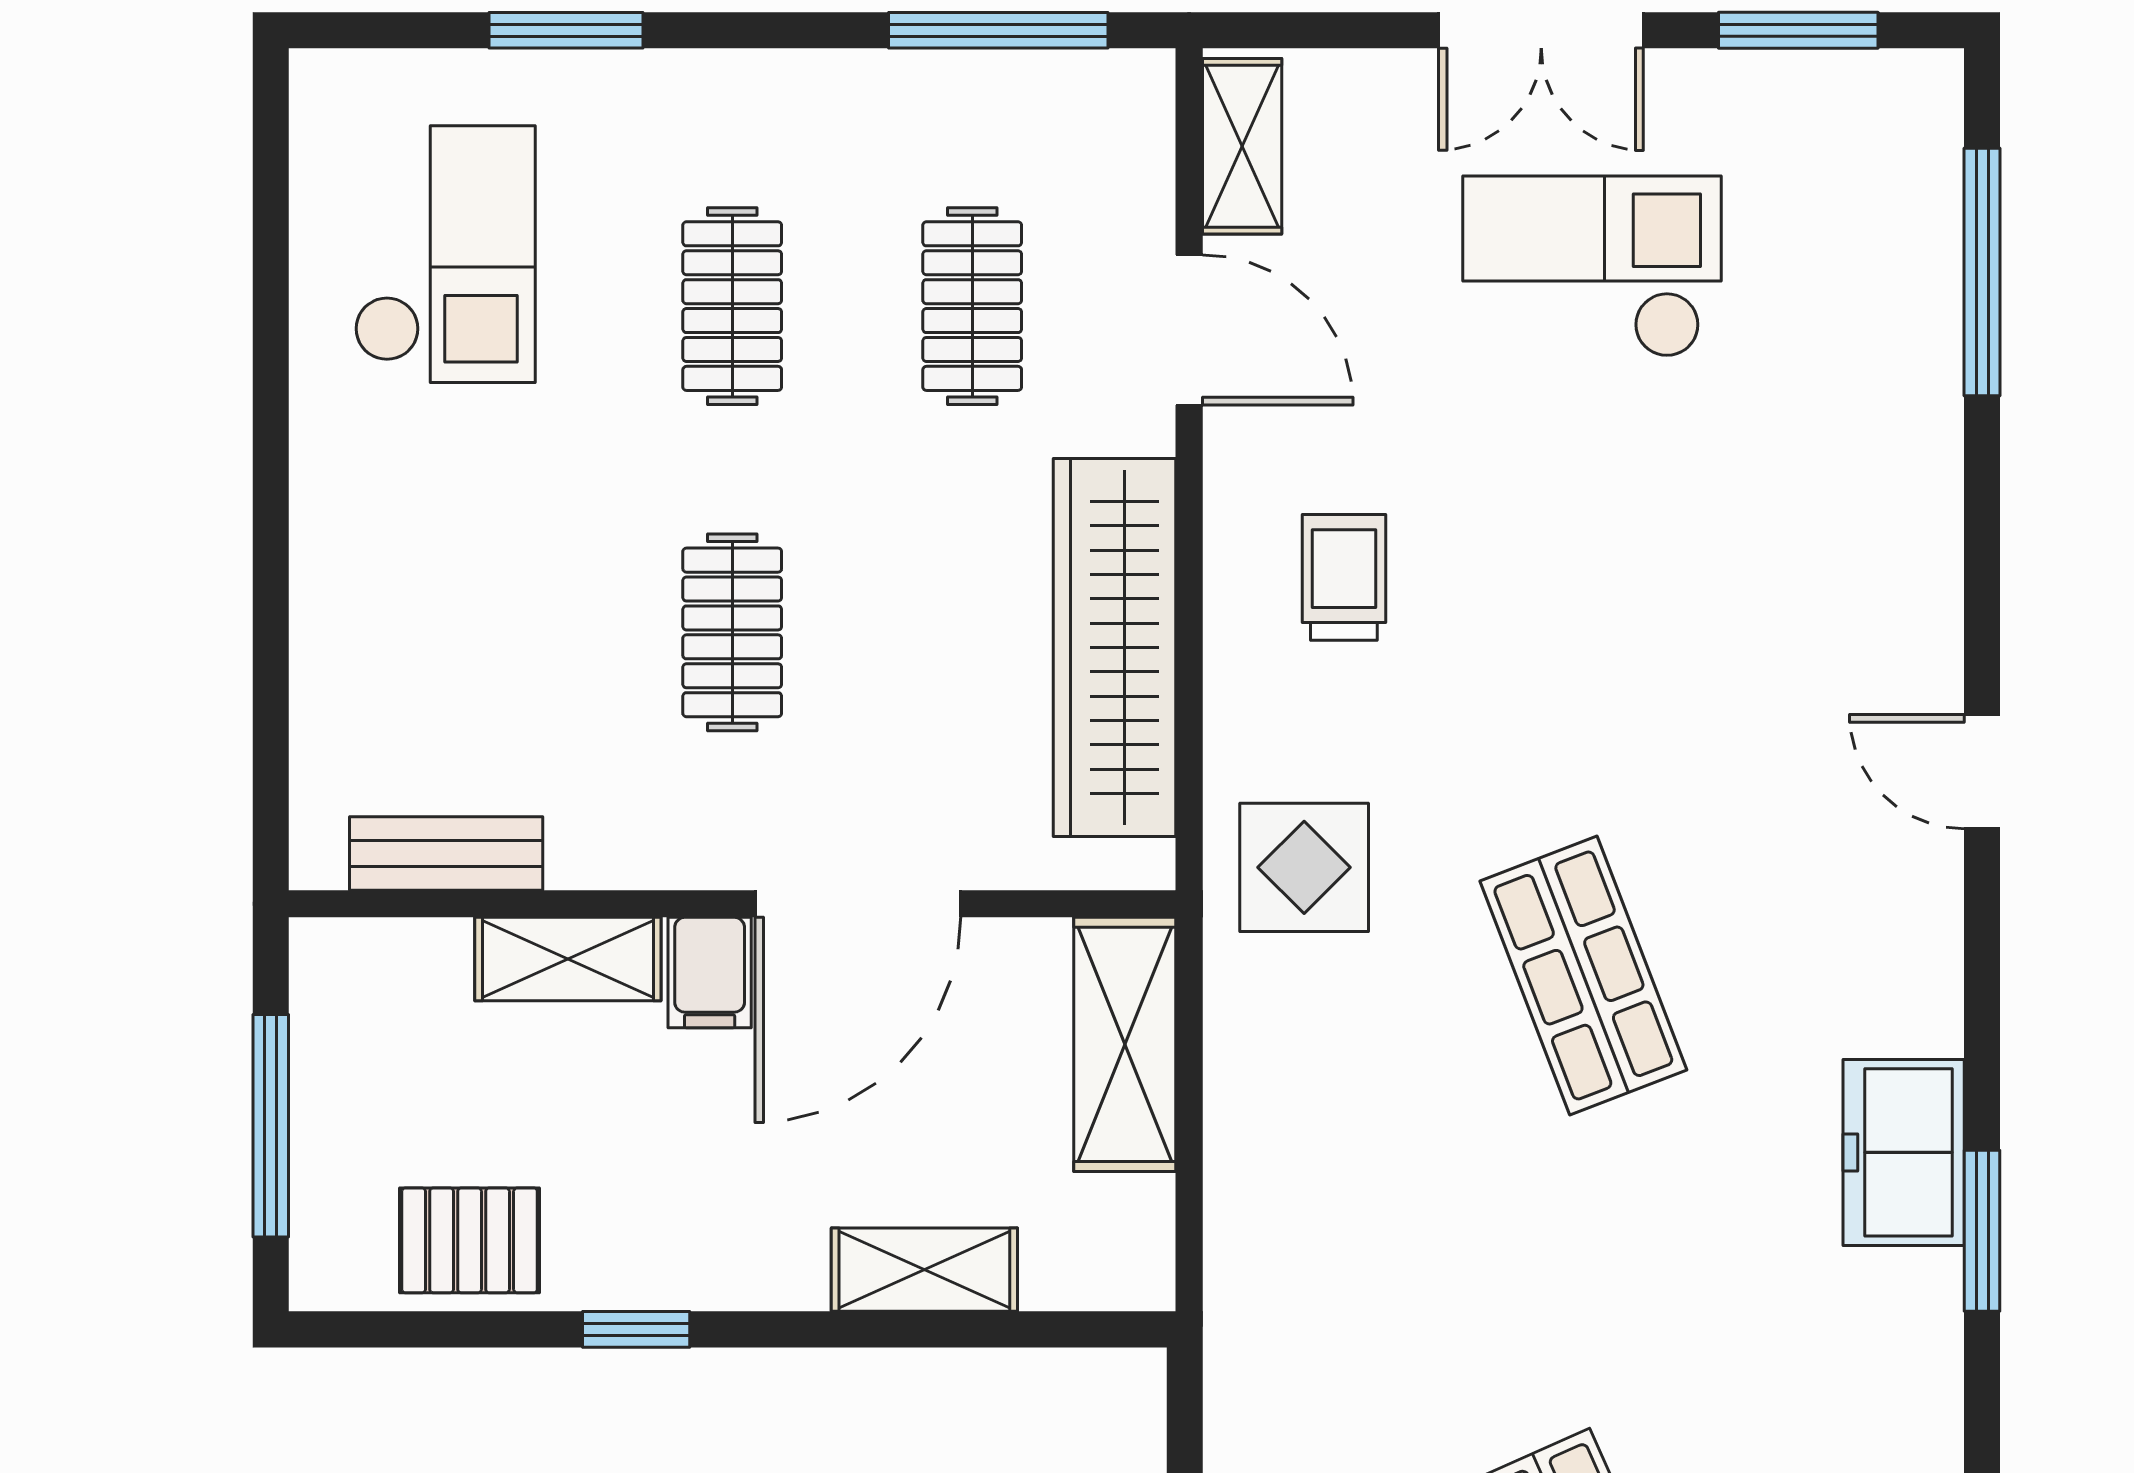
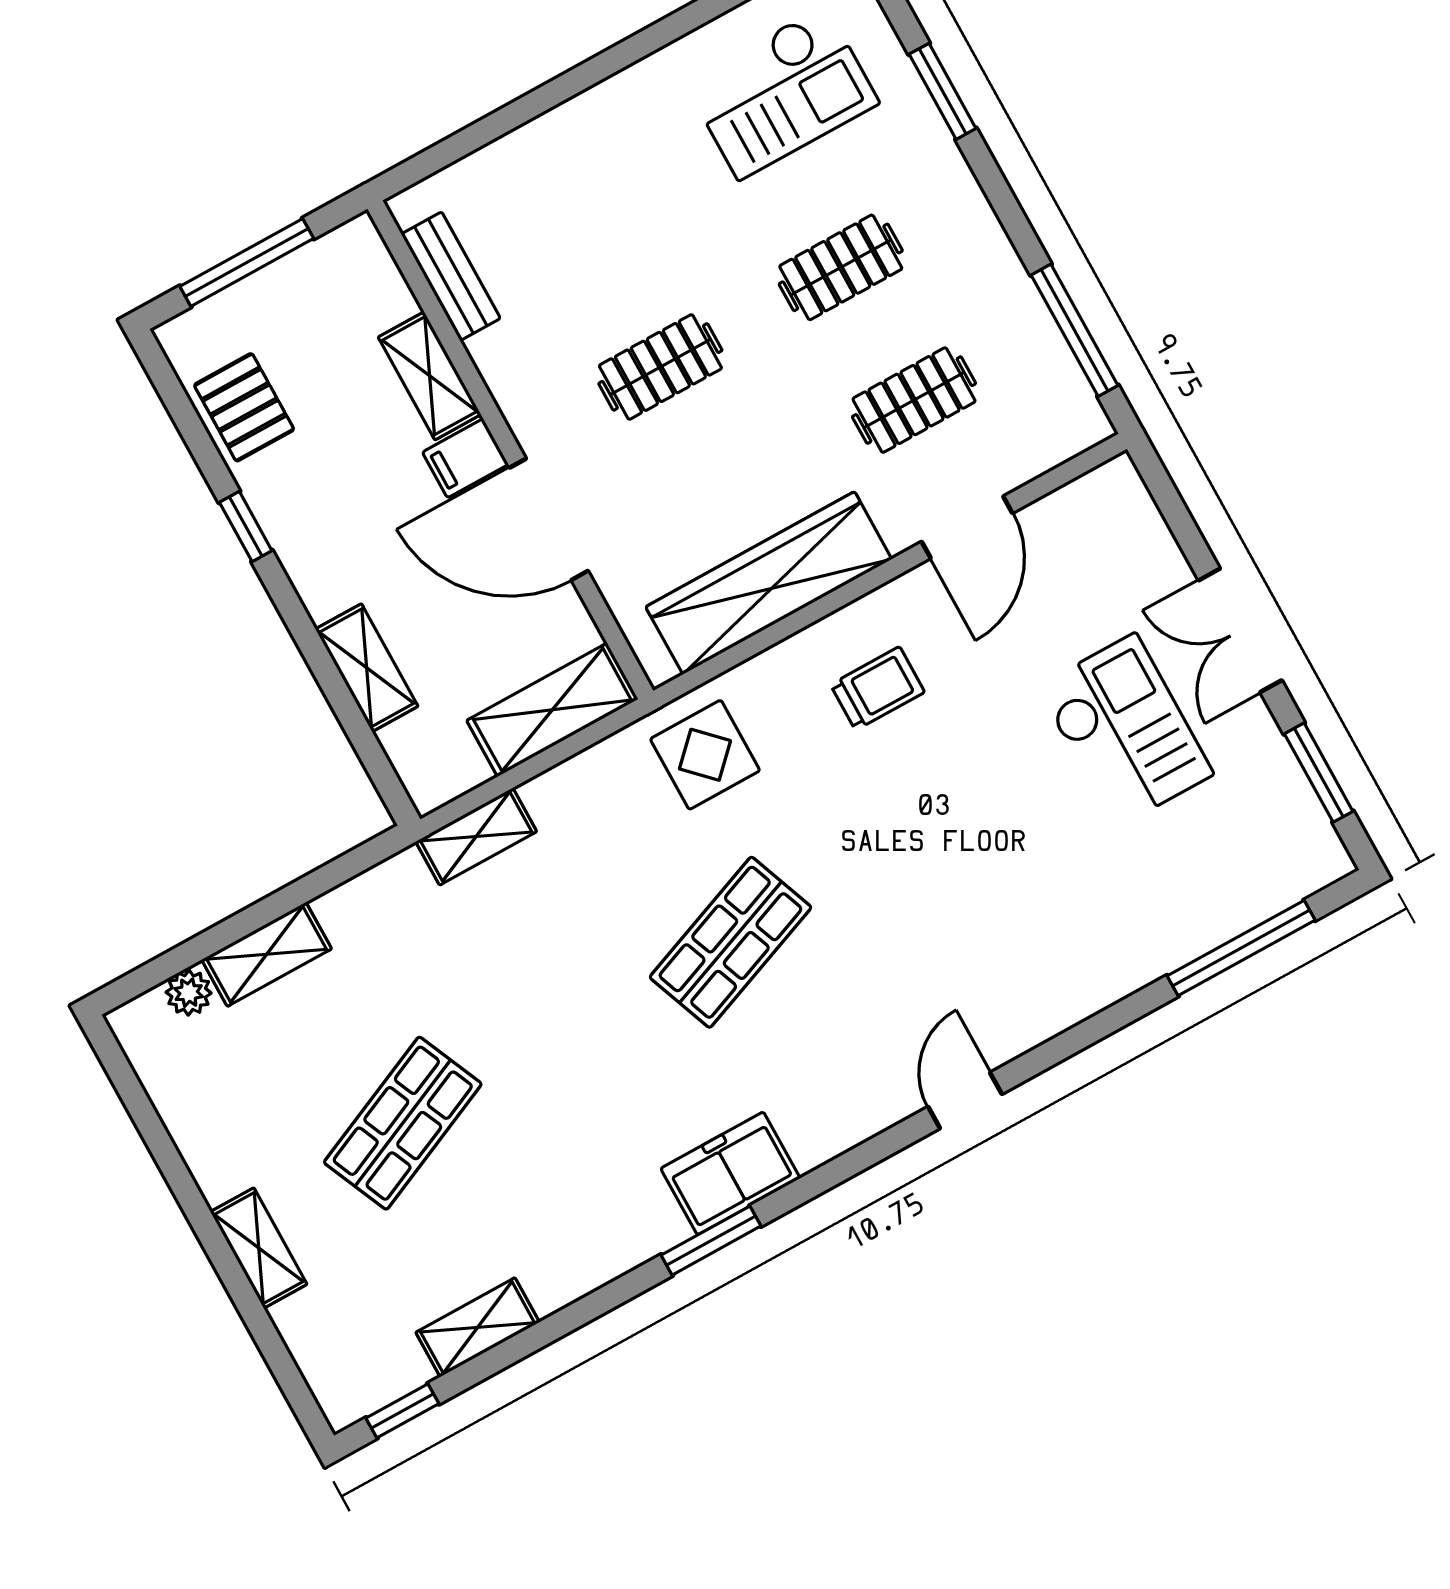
shelving: (1242, 146) -> (476, 837), moved

